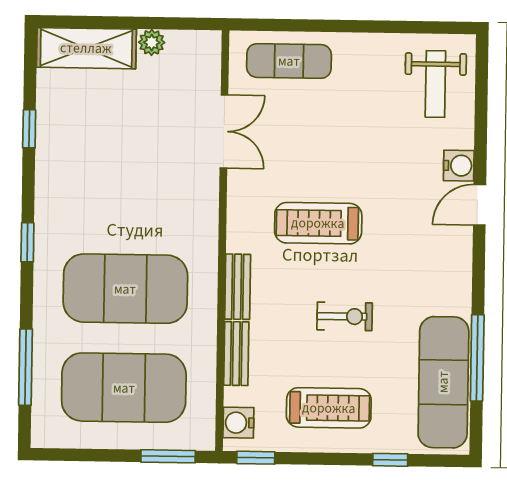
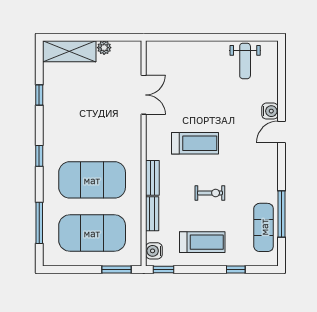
exercise mat: (289, 61) -> (178, 56), removed
weight bench: (435, 84) -> (245, 61), moved
treadmill: (318, 223) -> (195, 143), turned 180
exercise mat: (443, 382) -> (264, 227), width x0.73, depth x0.69

